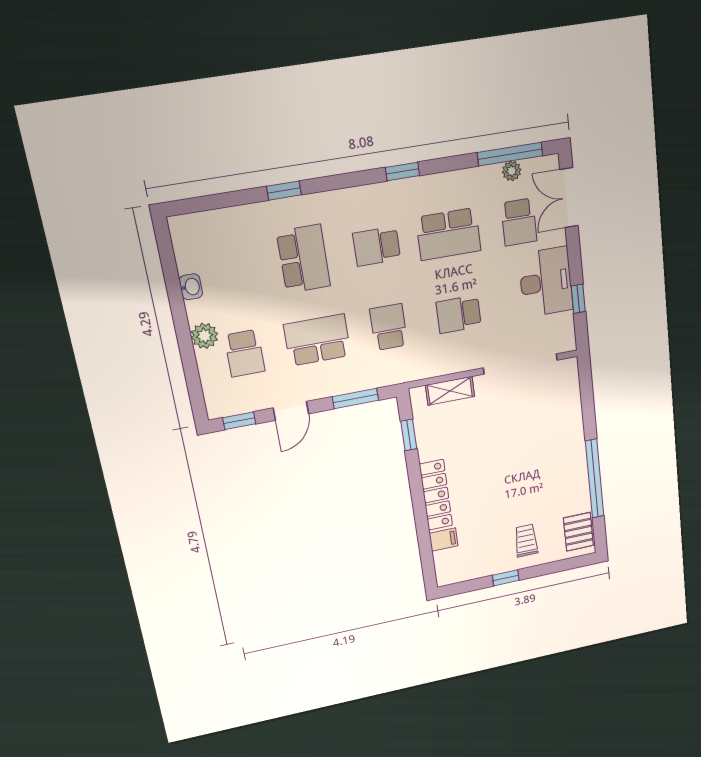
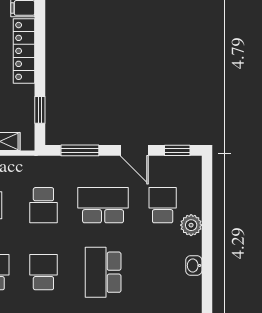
school desk: (377, 246) -> (43, 272), turned -90
school desk: (317, 340) -> (103, 205), turned 180
door: (291, 411) -> (134, 150), swing flipped

